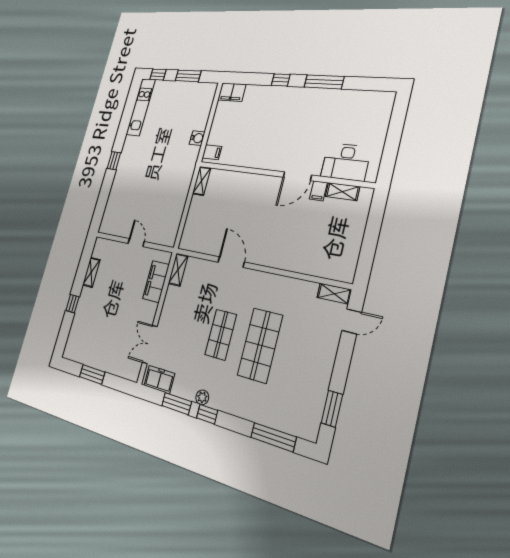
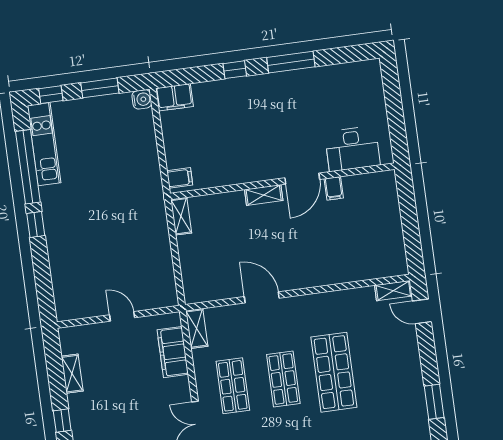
window: (126, 120) -> (28, 167), added
water cooler: (197, 138) -> (142, 99), moved
shelving: (342, 192) -> (264, 195), moved
door: (352, 321) -> (422, 311), swing flipped
shop shelf: (184, 325) -> (233, 386), added

